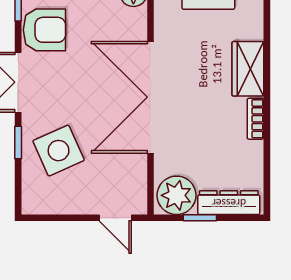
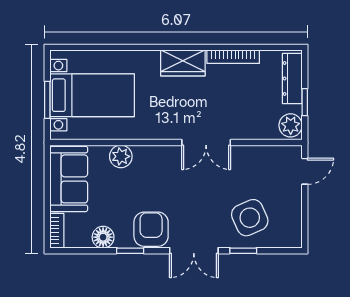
double door: (150, 97) -> (206, 143), width x0.54
bookcase: (255, 119) -> (233, 57), width x1.56
plant: (177, 195) -> (291, 125), width x0.73, depth x0.73

